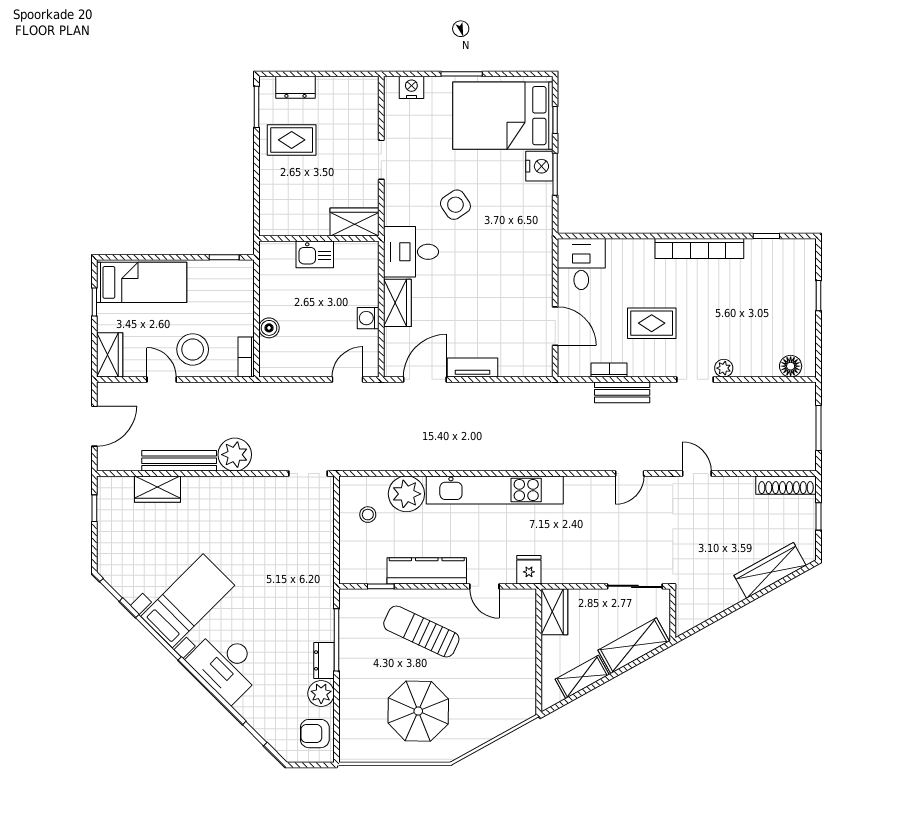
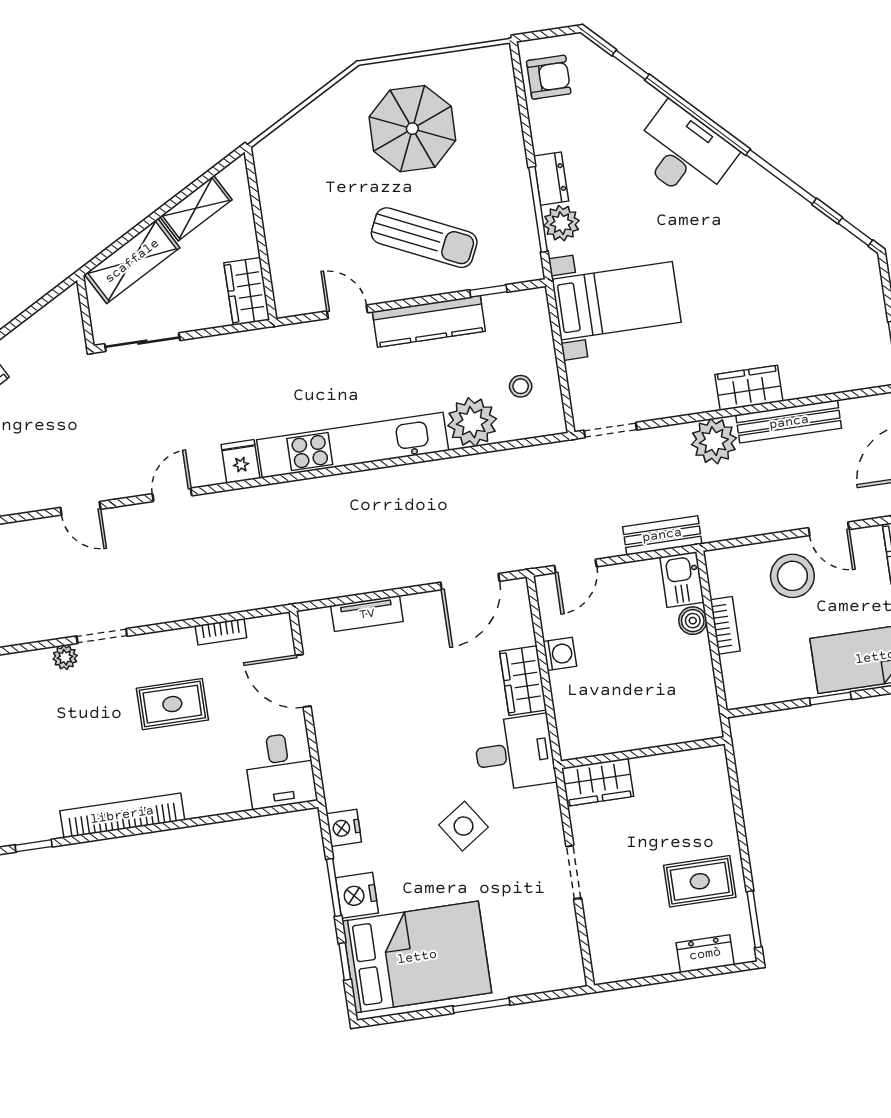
nightstand: (411, 87) -> (344, 828), moved, turned 90
kitchen sink: (315, 254) -> (682, 580), moved, turned -90
window: (224, 257) -> (830, 699), moved
bookcase: (246, 357) -> (725, 625), moved
tv unit: (473, 368) -> (367, 614), moved
bench: (622, 392) -> (662, 535), moved
wardrobe: (157, 489) -> (749, 388), moved
fridge: (529, 570) -> (240, 461), moved, turned 180
bed with nightstands: (188, 601) -> (616, 301), moved, turned -135
plant: (321, 694) -> (562, 223), moved

